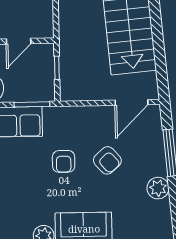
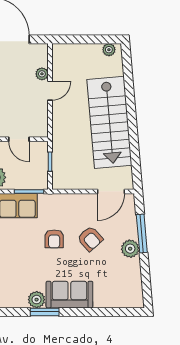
door: (19, 41) -> (19, 139), hinge flipped
plant: (158, 188) -> (130, 249), moved

